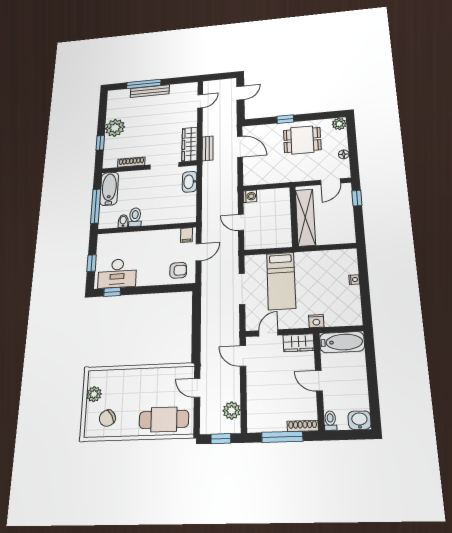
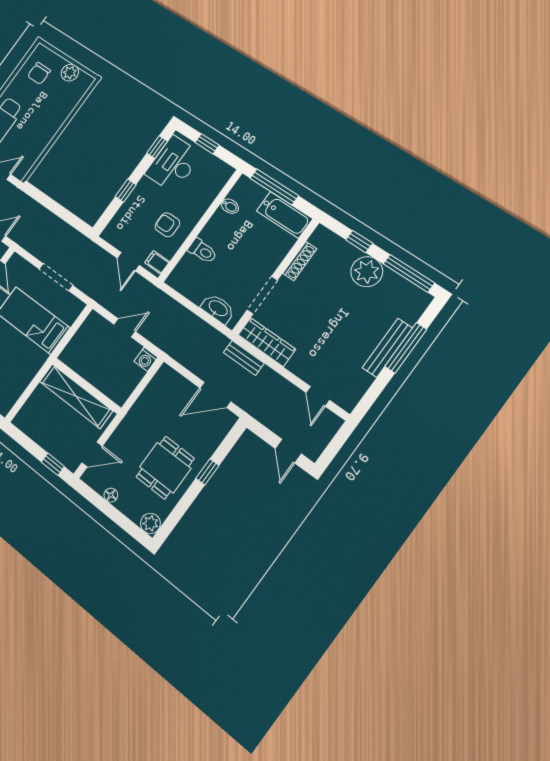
window: (103, 110) -> (409, 273), added
door: (331, 182) -> (92, 454), swing flipped
toilet: (135, 217) -> (203, 251), moved
armchair: (178, 270) -> (167, 225), moved, turned 90
window: (154, 289) -> (126, 191), added
chair: (107, 418) -> (39, 73), turned -150

